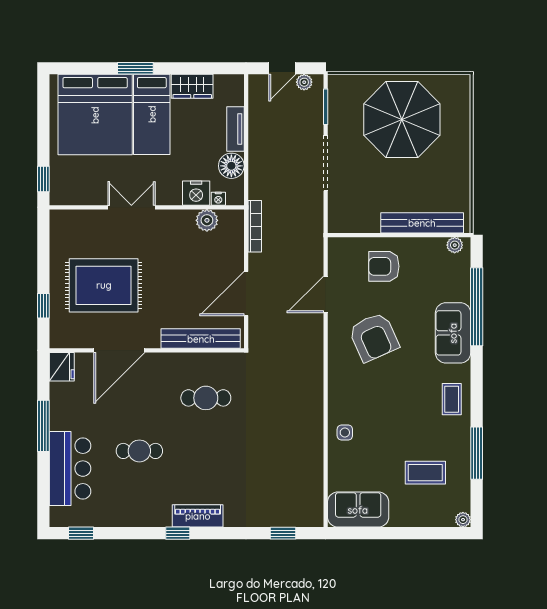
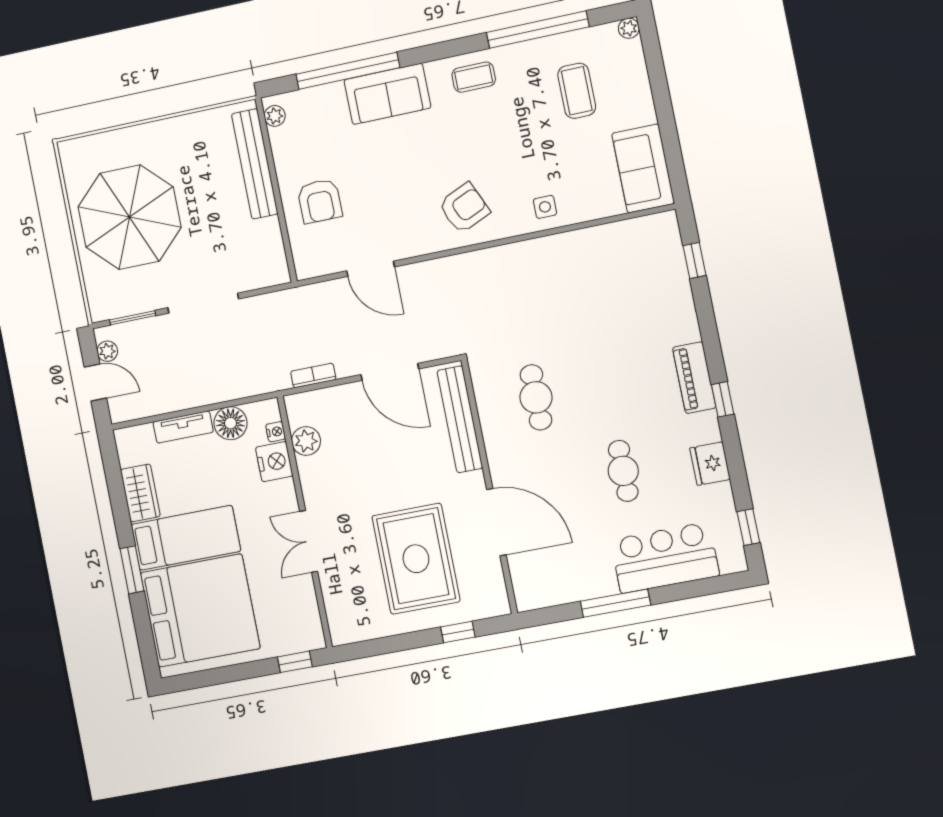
bookcase: (255, 226) -> (313, 376), width x0.64
armchair: (374, 337) -> (464, 208), moved, width x0.73, depth x0.73
fridge: (62, 367) -> (710, 464), moved, turned -90
window: (477, 453) -> (538, 30), width x1.46

